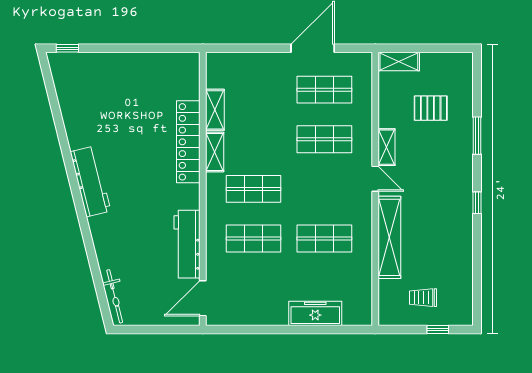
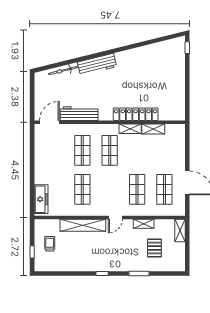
shelving: (387, 147) -> (144, 224), moved
workbench: (90, 181) -> (97, 64), moved
bicycle: (115, 296) -> (63, 71), moved
door: (203, 298) -> (49, 122), hinge flipped
freezer: (315, 313) -> (41, 199), moved

